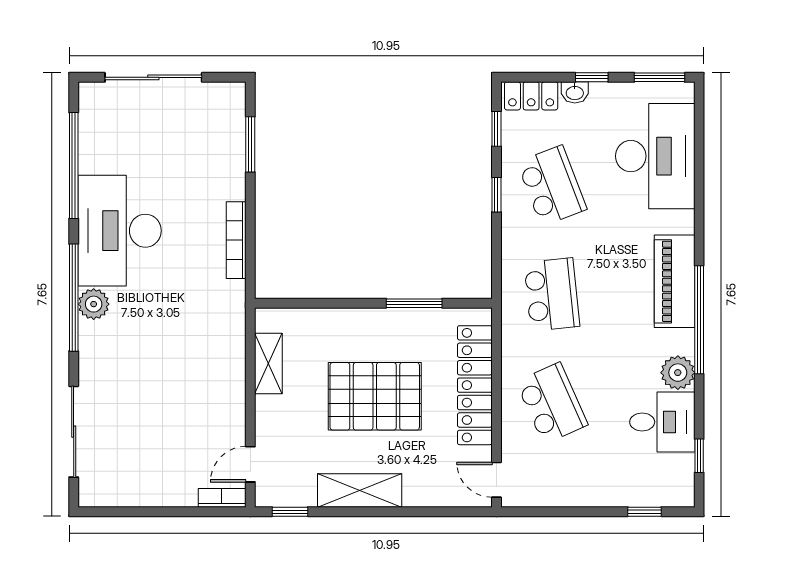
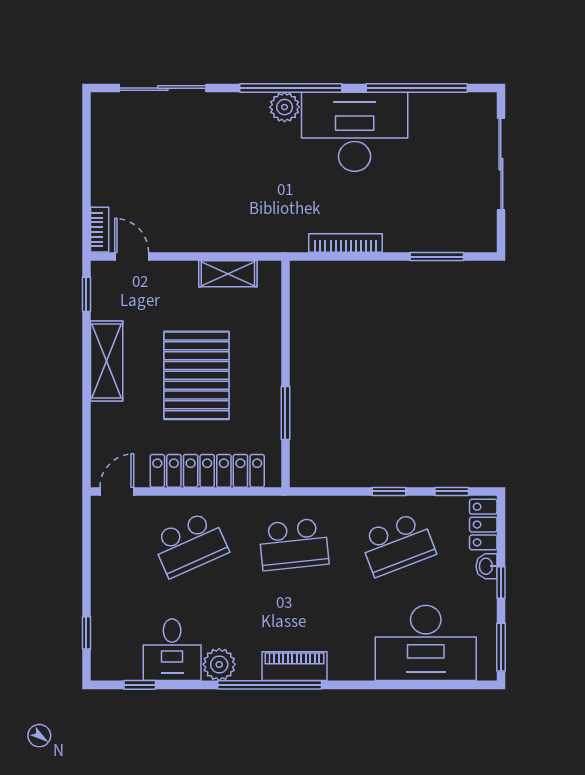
piano: (675, 281) -> (294, 666), width x0.73, depth x0.75

